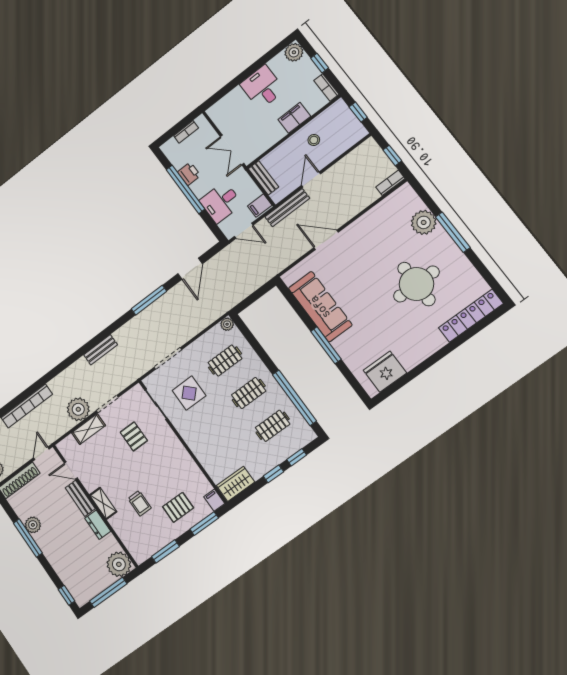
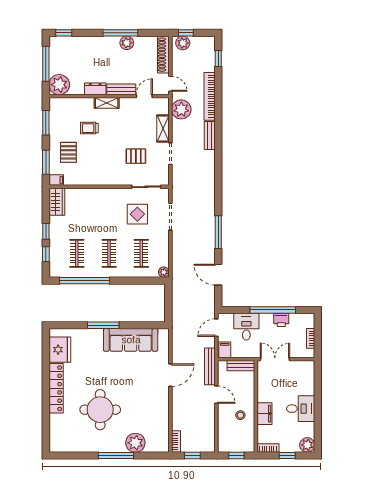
locker: (471, 316) -> (56, 388), moved
bench: (101, 350) -> (210, 136), moved
plant: (78, 409) -> (181, 109), moved

